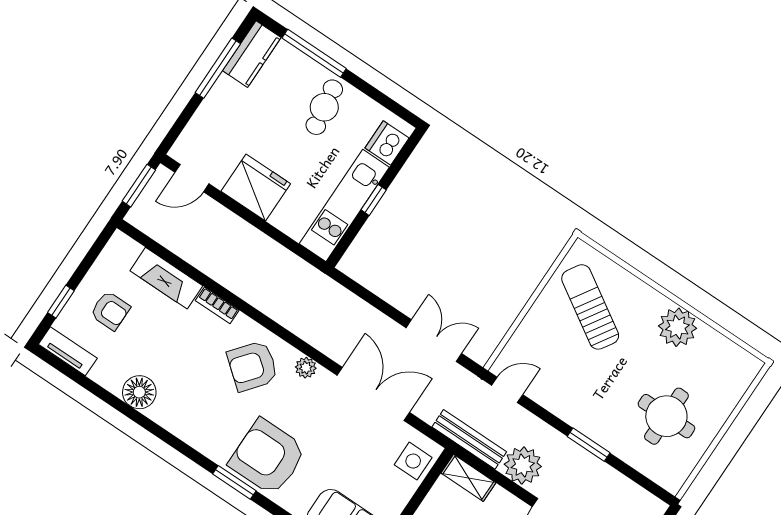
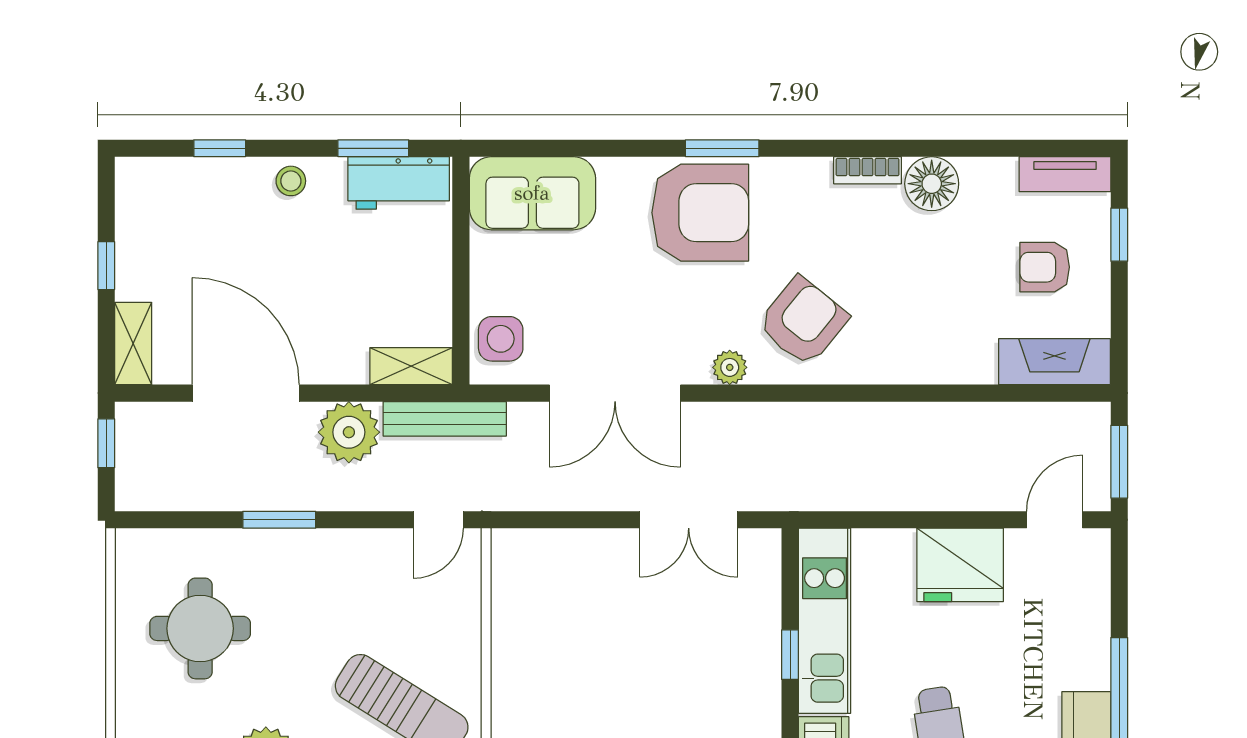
fireplace: (166, 278) -> (1054, 362), moved
bookcase: (217, 305) -> (867, 170), moved, turned 180
double door: (434, 341) -> (689, 520), moved

